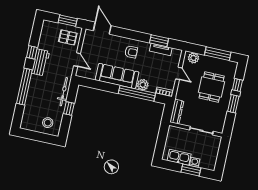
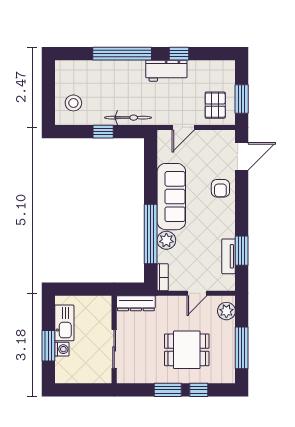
armchair: (131, 52) -> (220, 188), moved

